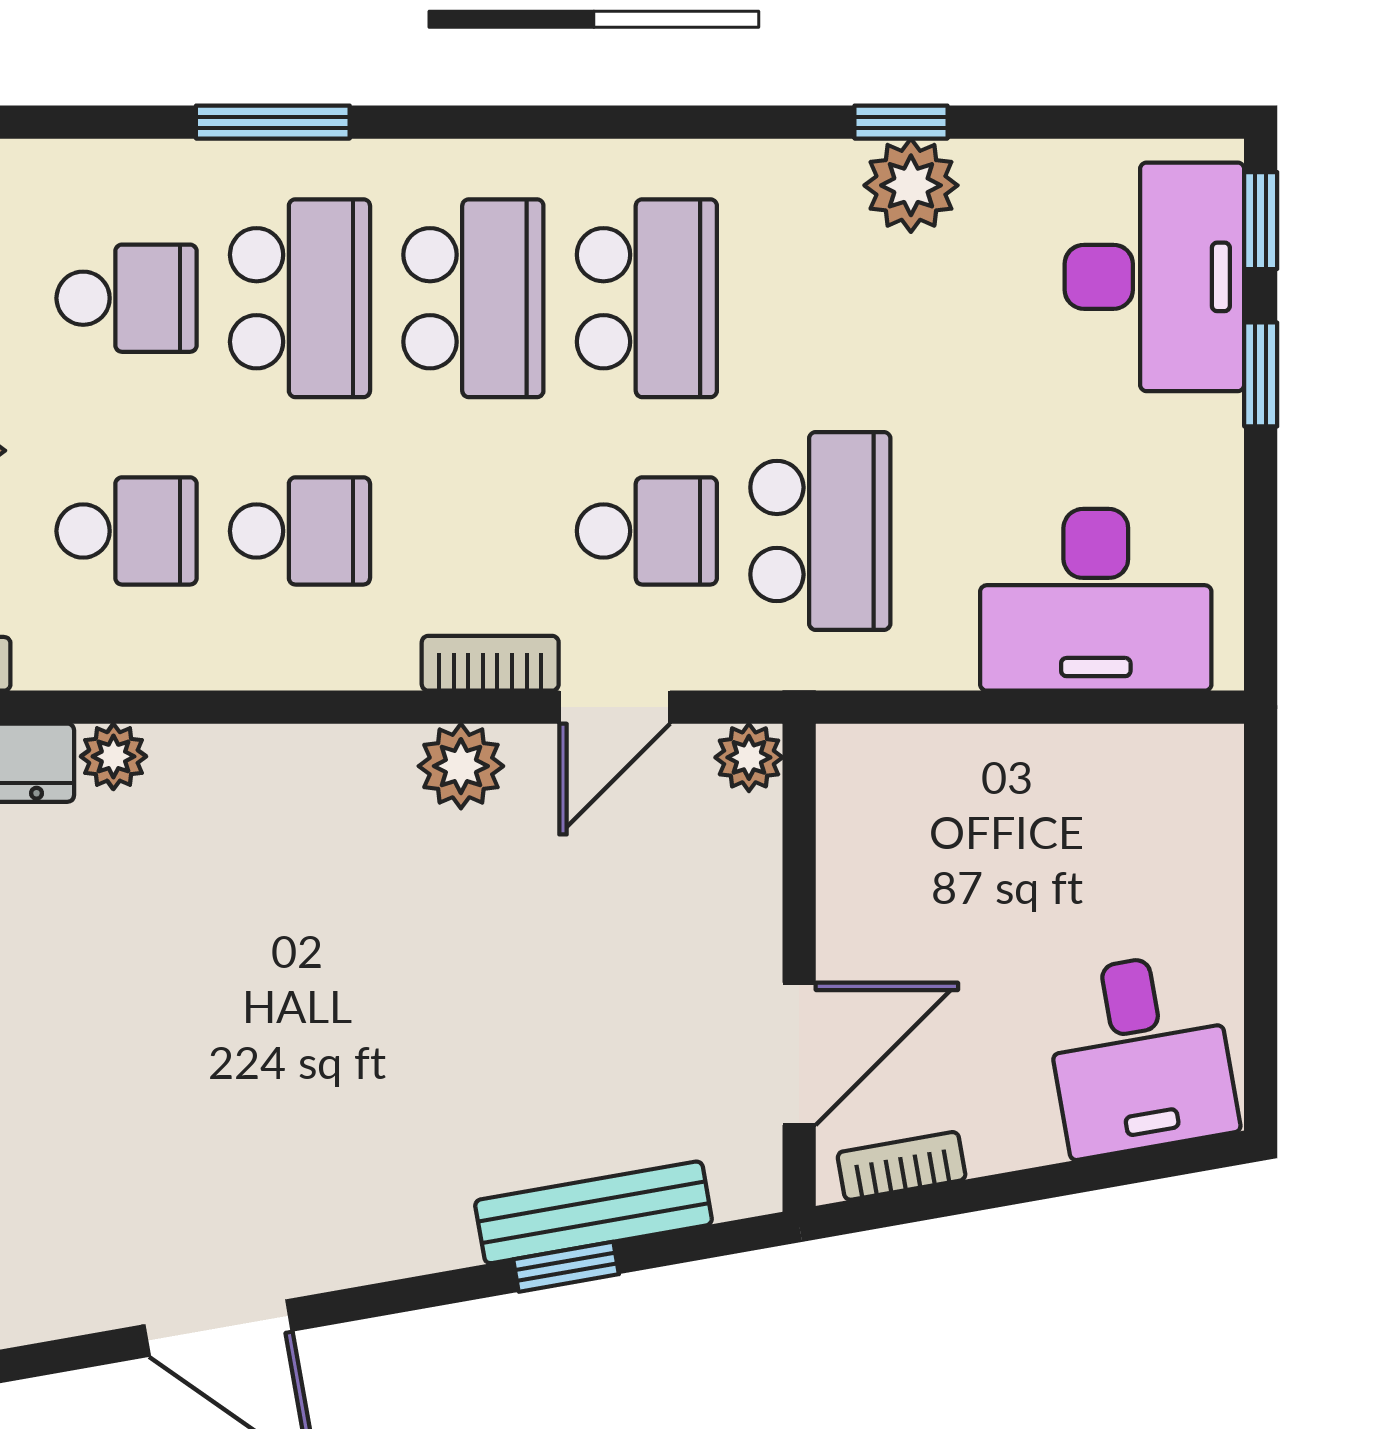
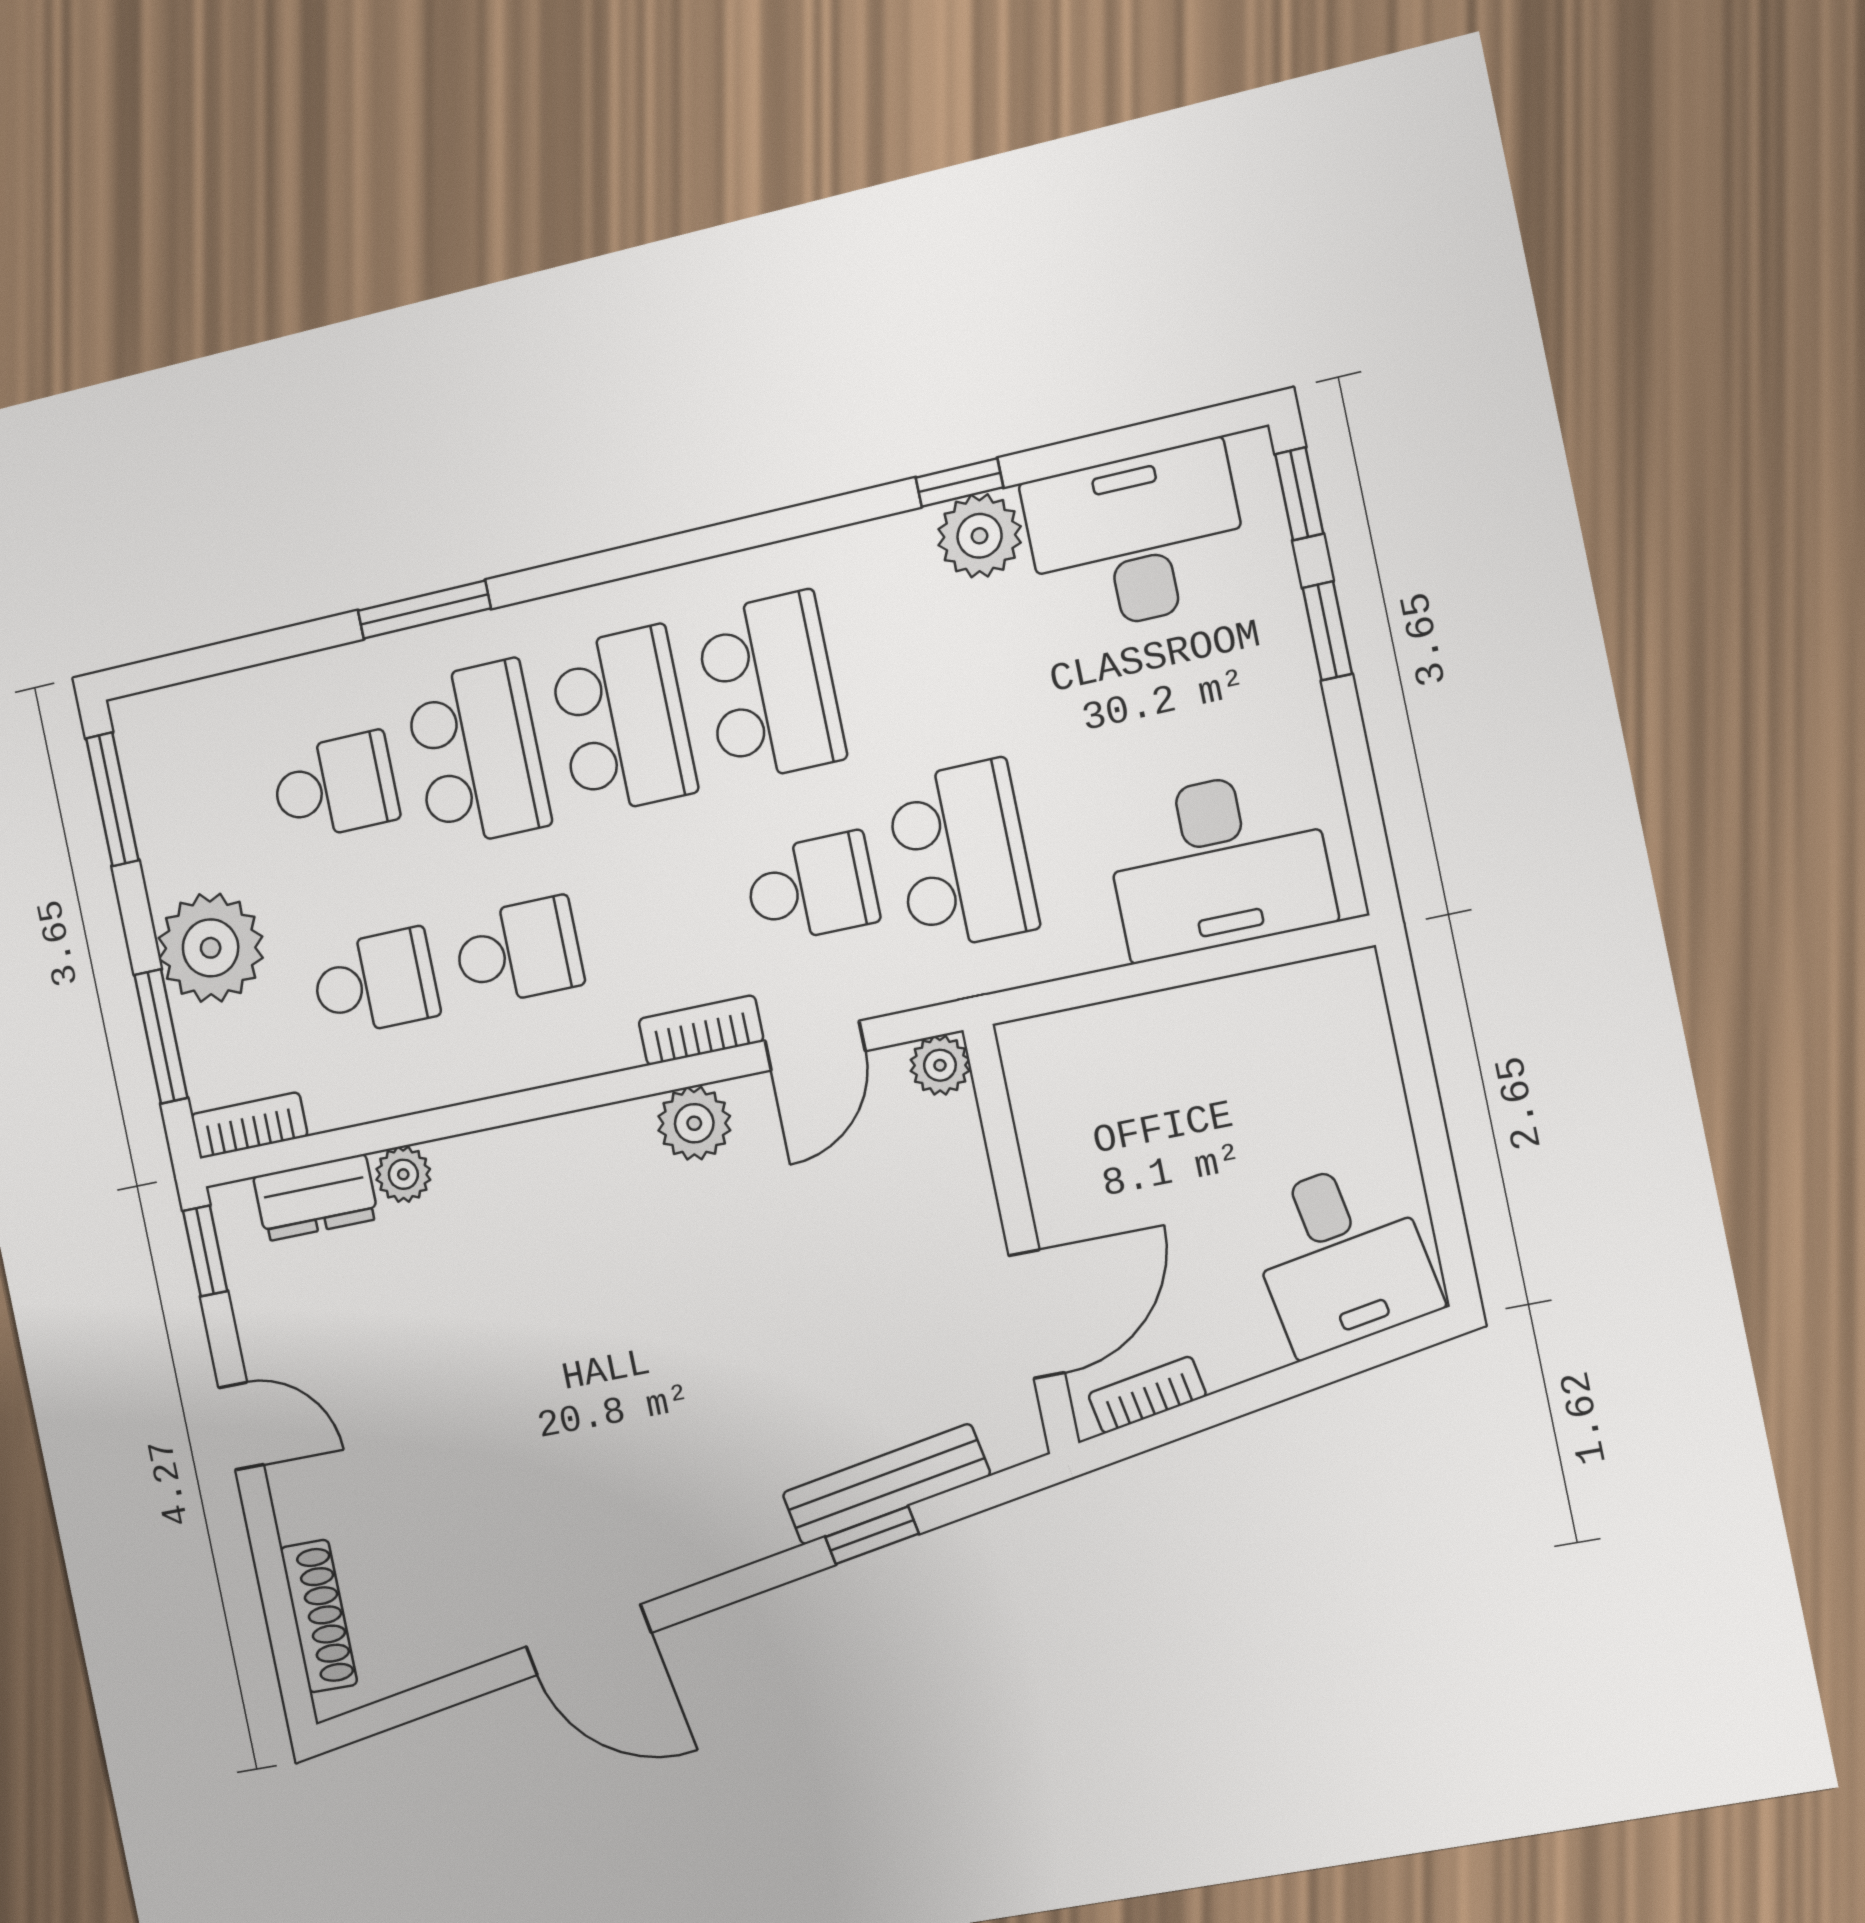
desk: (1154, 277) -> (1136, 539), moved, turned -90

